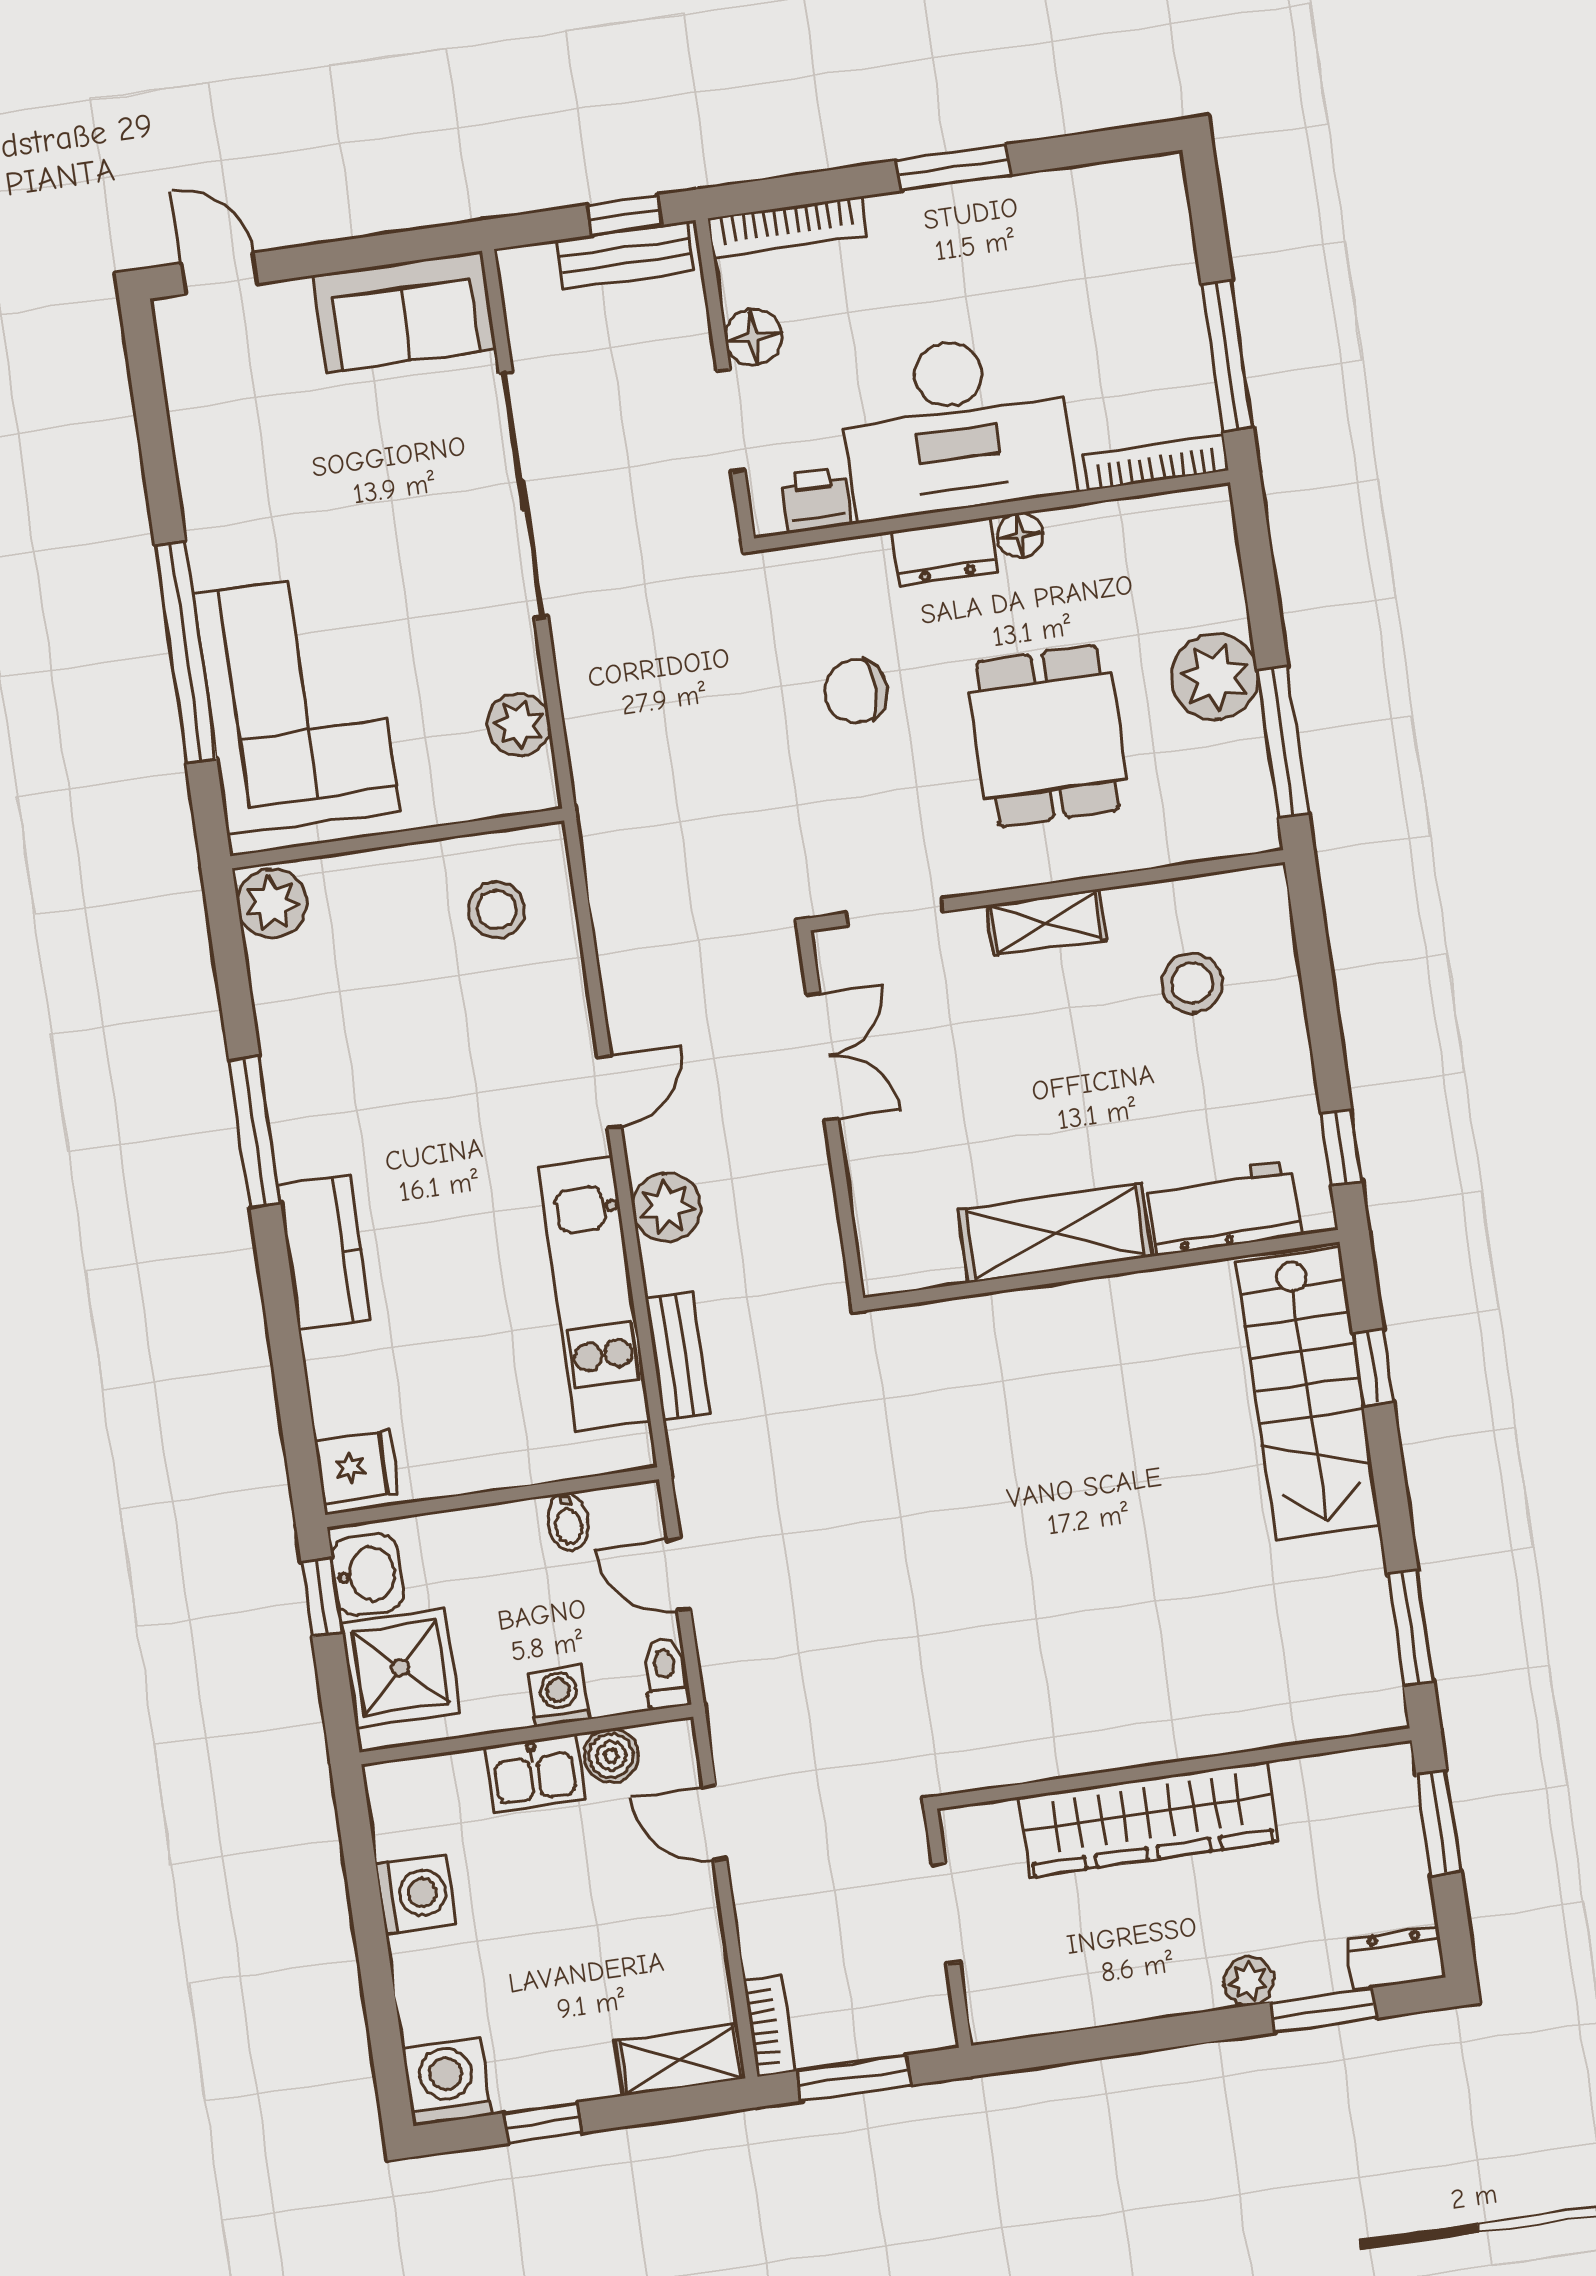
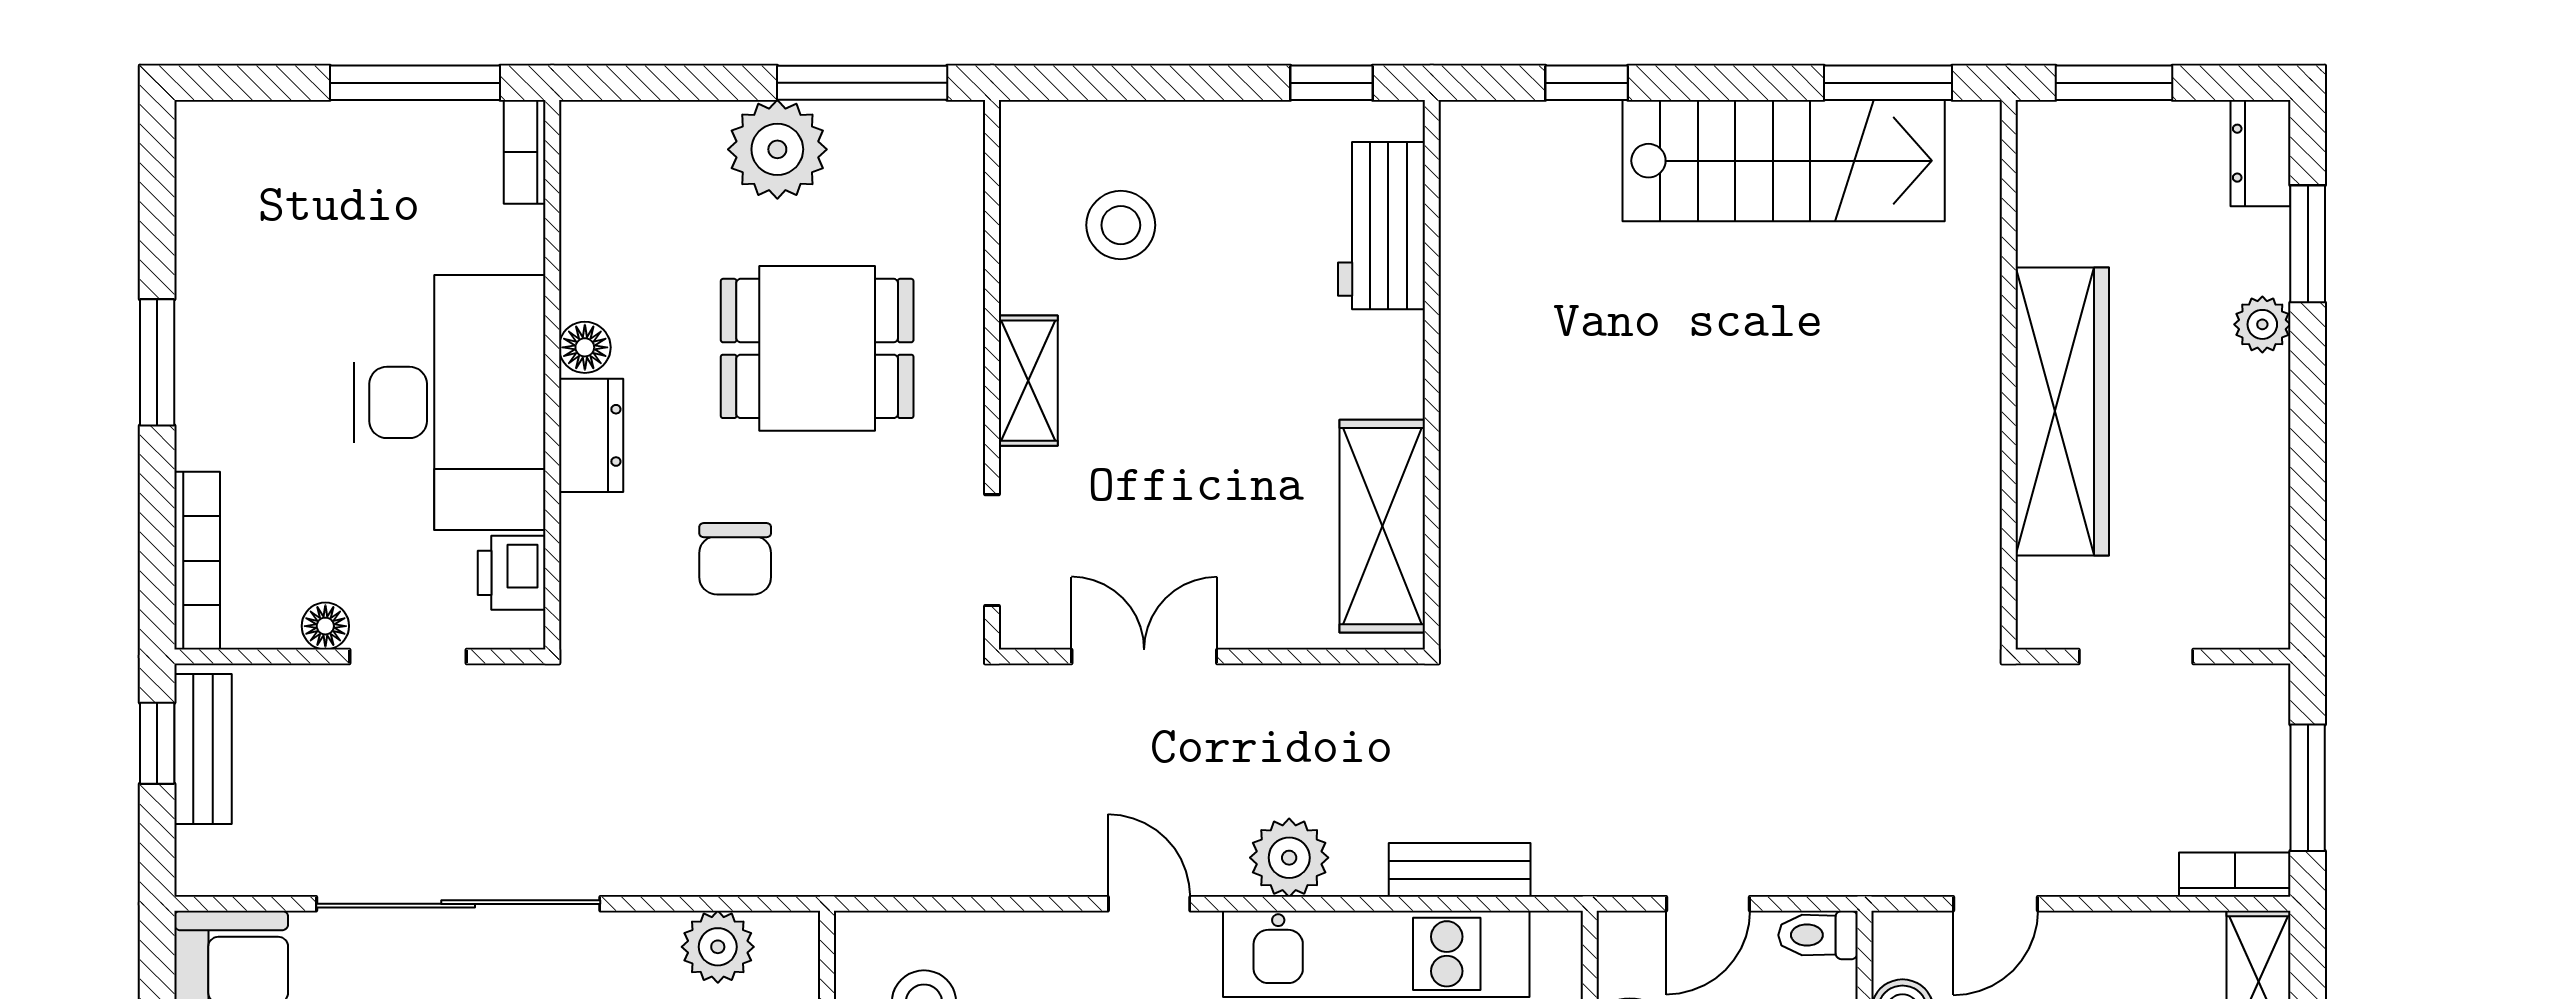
floor lamp: (753, 337) -> (325, 626), width x0.73, depth x0.73
bookcase: (1156, 462) -> (525, 152), width x0.64
shelving: (1055, 1233) -> (1382, 526), moved
stairs: (1308, 1393) -> (1784, 161), moved

